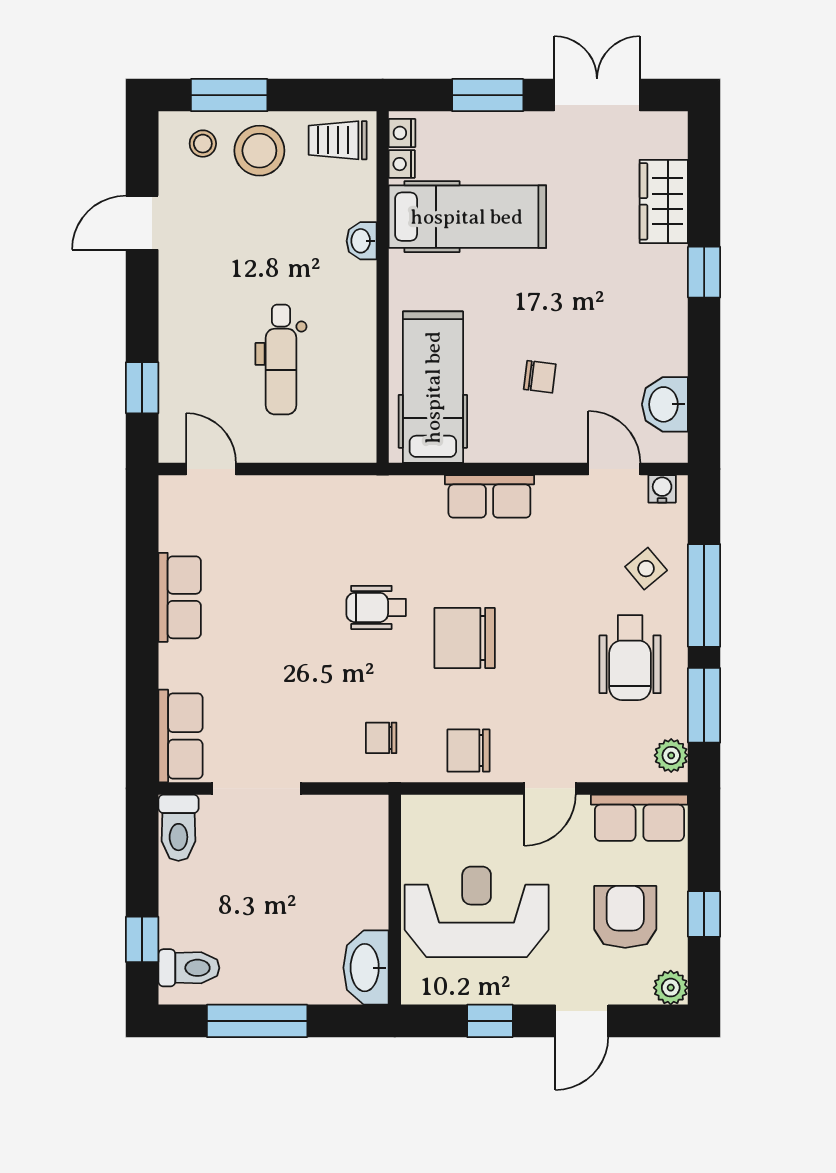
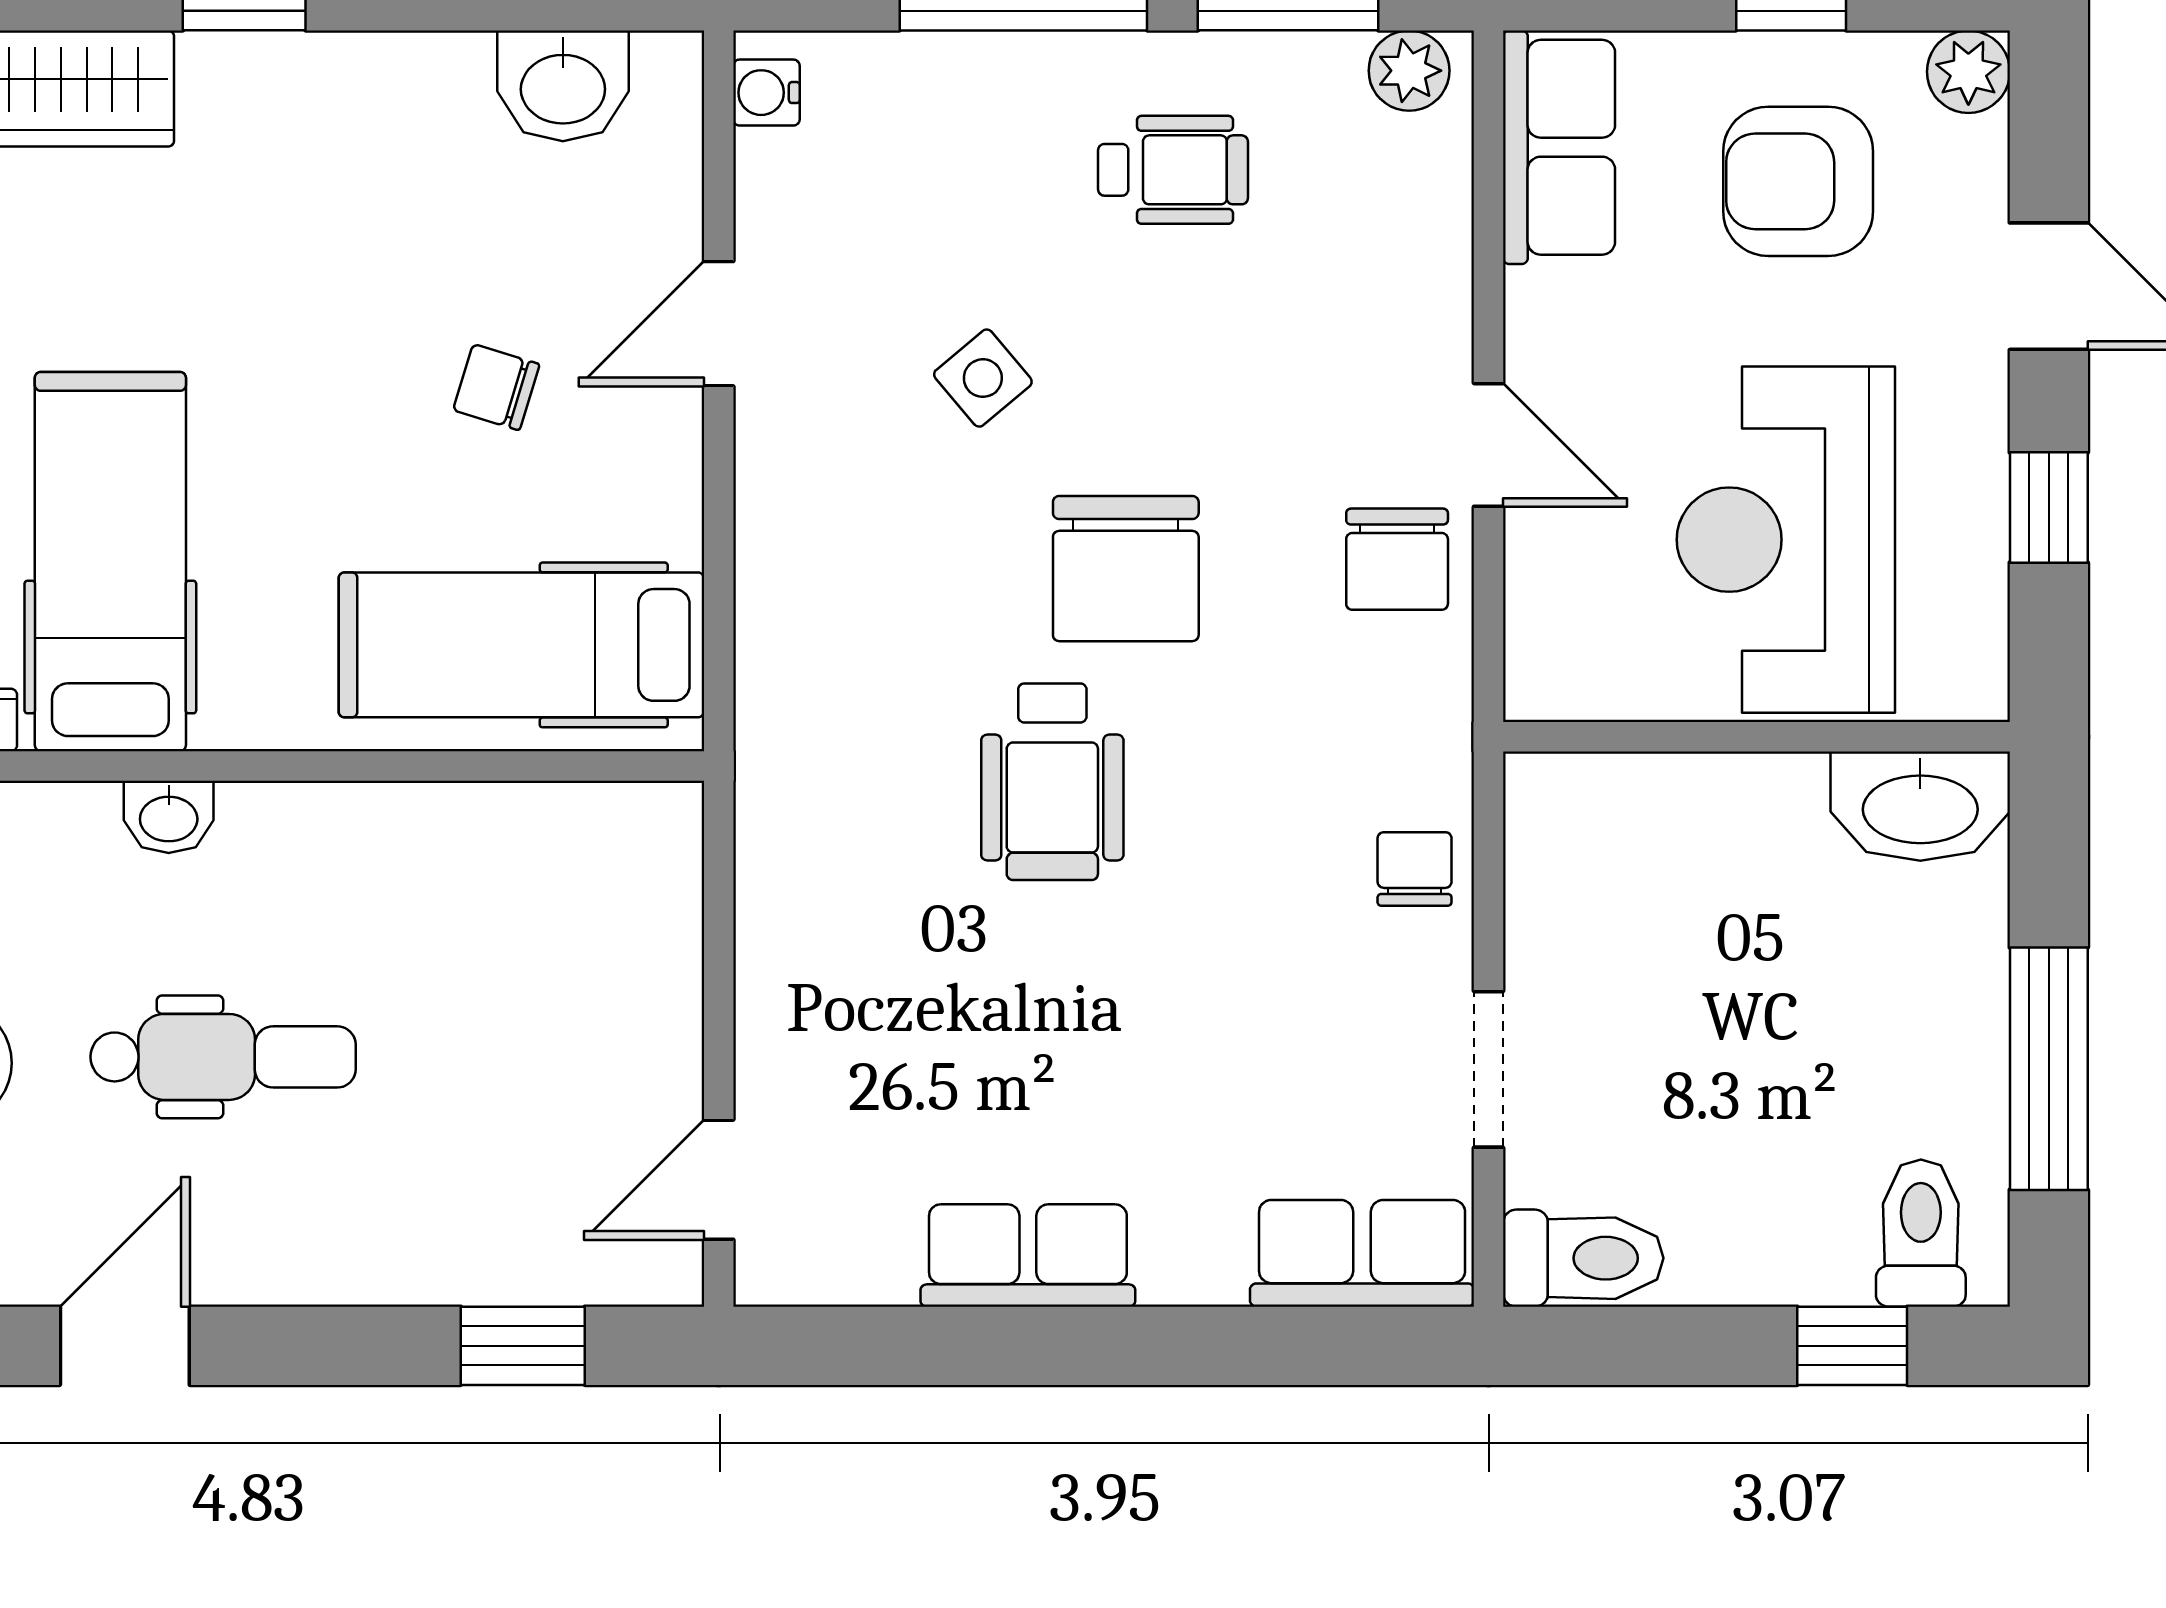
door: (142, 223) -> (125, 1346), swing flipped
dental chair: (281, 359) -> (223, 1057), moved
chair: (540, 377) -> (496, 387), turned -80
door: (614, 469) -> (719, 324), moved
row of seats: (489, 496) -> (785, 509), removed
side table: (646, 569) -> (983, 378), moved
wheelchair: (376, 607) -> (1052, 782), width x1.36, depth x1.37
wheelchair: (630, 658) -> (1173, 170), width x0.73, depth x0.73
chair: (381, 738) -> (1415, 869), moved, turned 180
doorway: (257, 788) -> (1489, 1069), width x0.73
door: (550, 788) -> (1489, 445), moved

